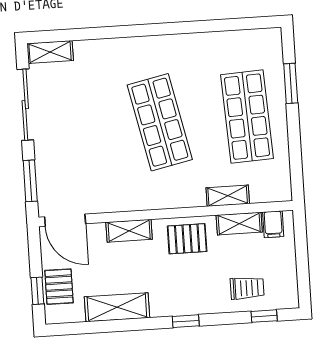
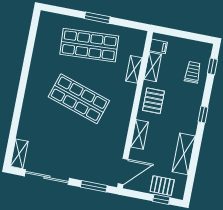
window: (291, 83) -> (97, 18), moved
shop shelf: (160, 122) -> (79, 99), turned 30

